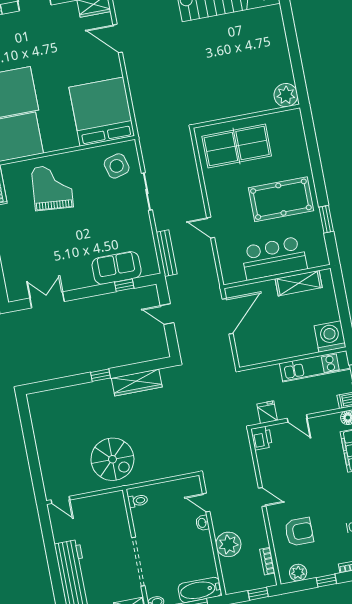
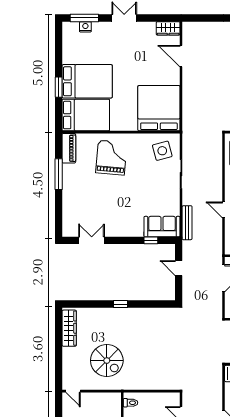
sofa: (117, 268) -> (162, 227), moved
wardrobe: (137, 382) -> (69, 328), moved, turned -90
spiral stairs: (112, 459) -> (107, 361), moved

